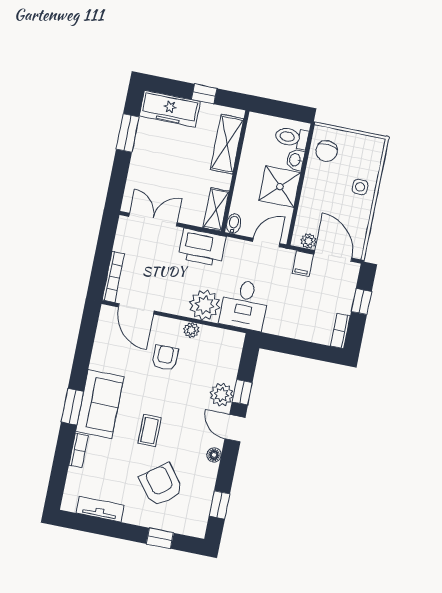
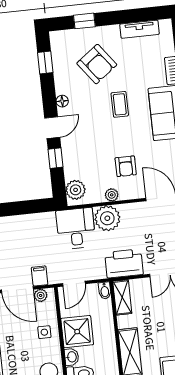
side table: (360, 187) -> (44, 332), moved
plant: (221, 395) -> (76, 190), moved
door: (235, 428) -> (52, 128), hinge flipped

